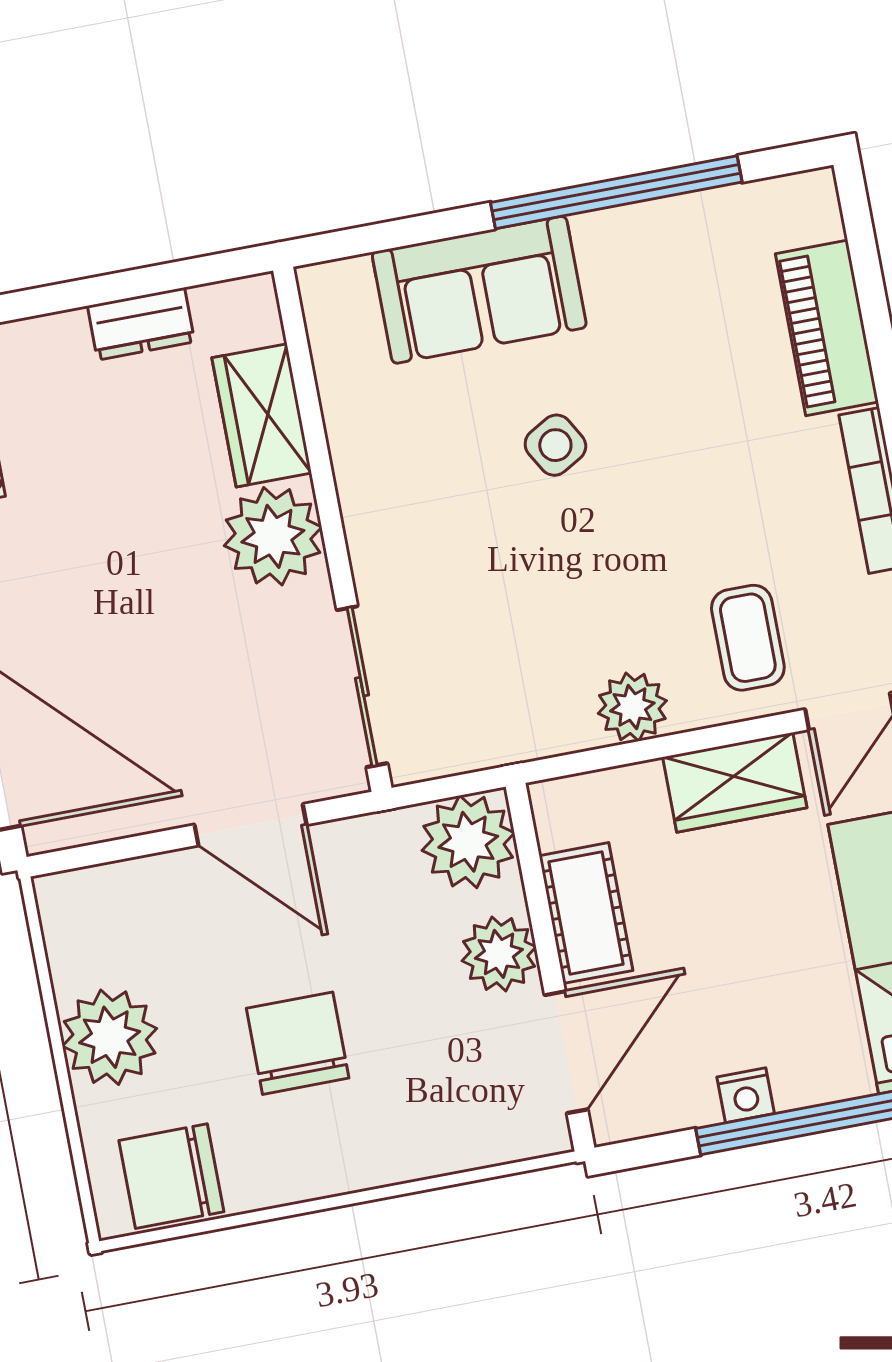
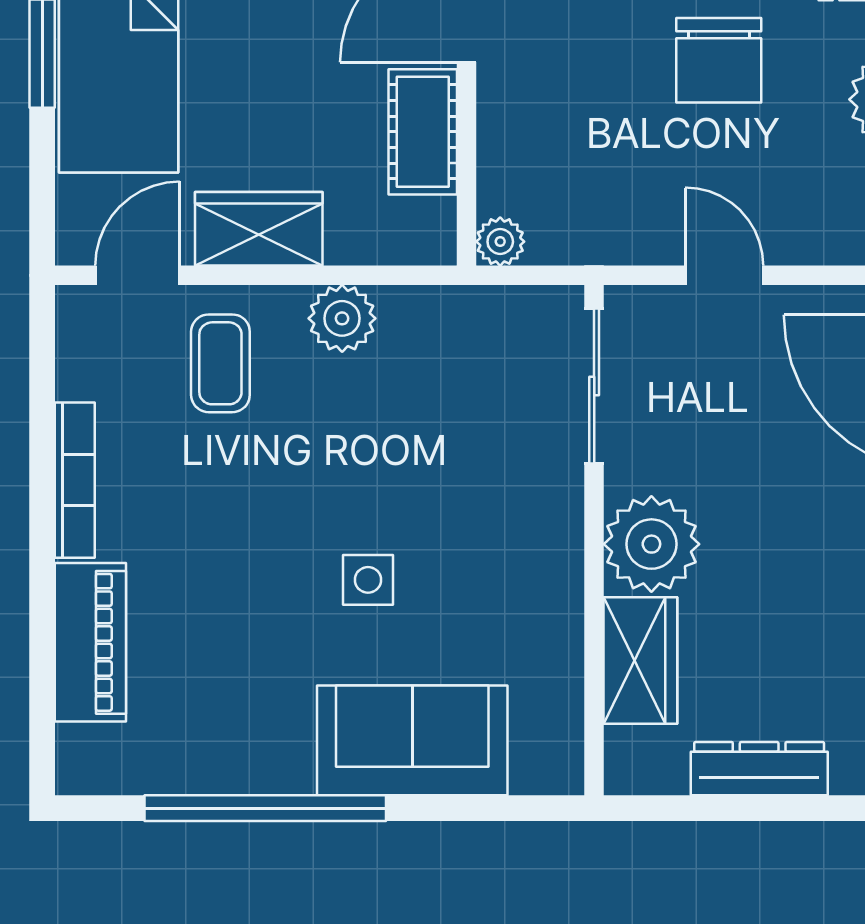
dresser: (141, 324) -> (759, 769), width x1.44
side table: (555, 445) -> (368, 580), turned 30
door: (250, 825) -> (724, 275), width x0.73
plant: (468, 842) -> (500, 242), width x0.53, depth x0.53
plant: (499, 954) -> (512, 109), removed

